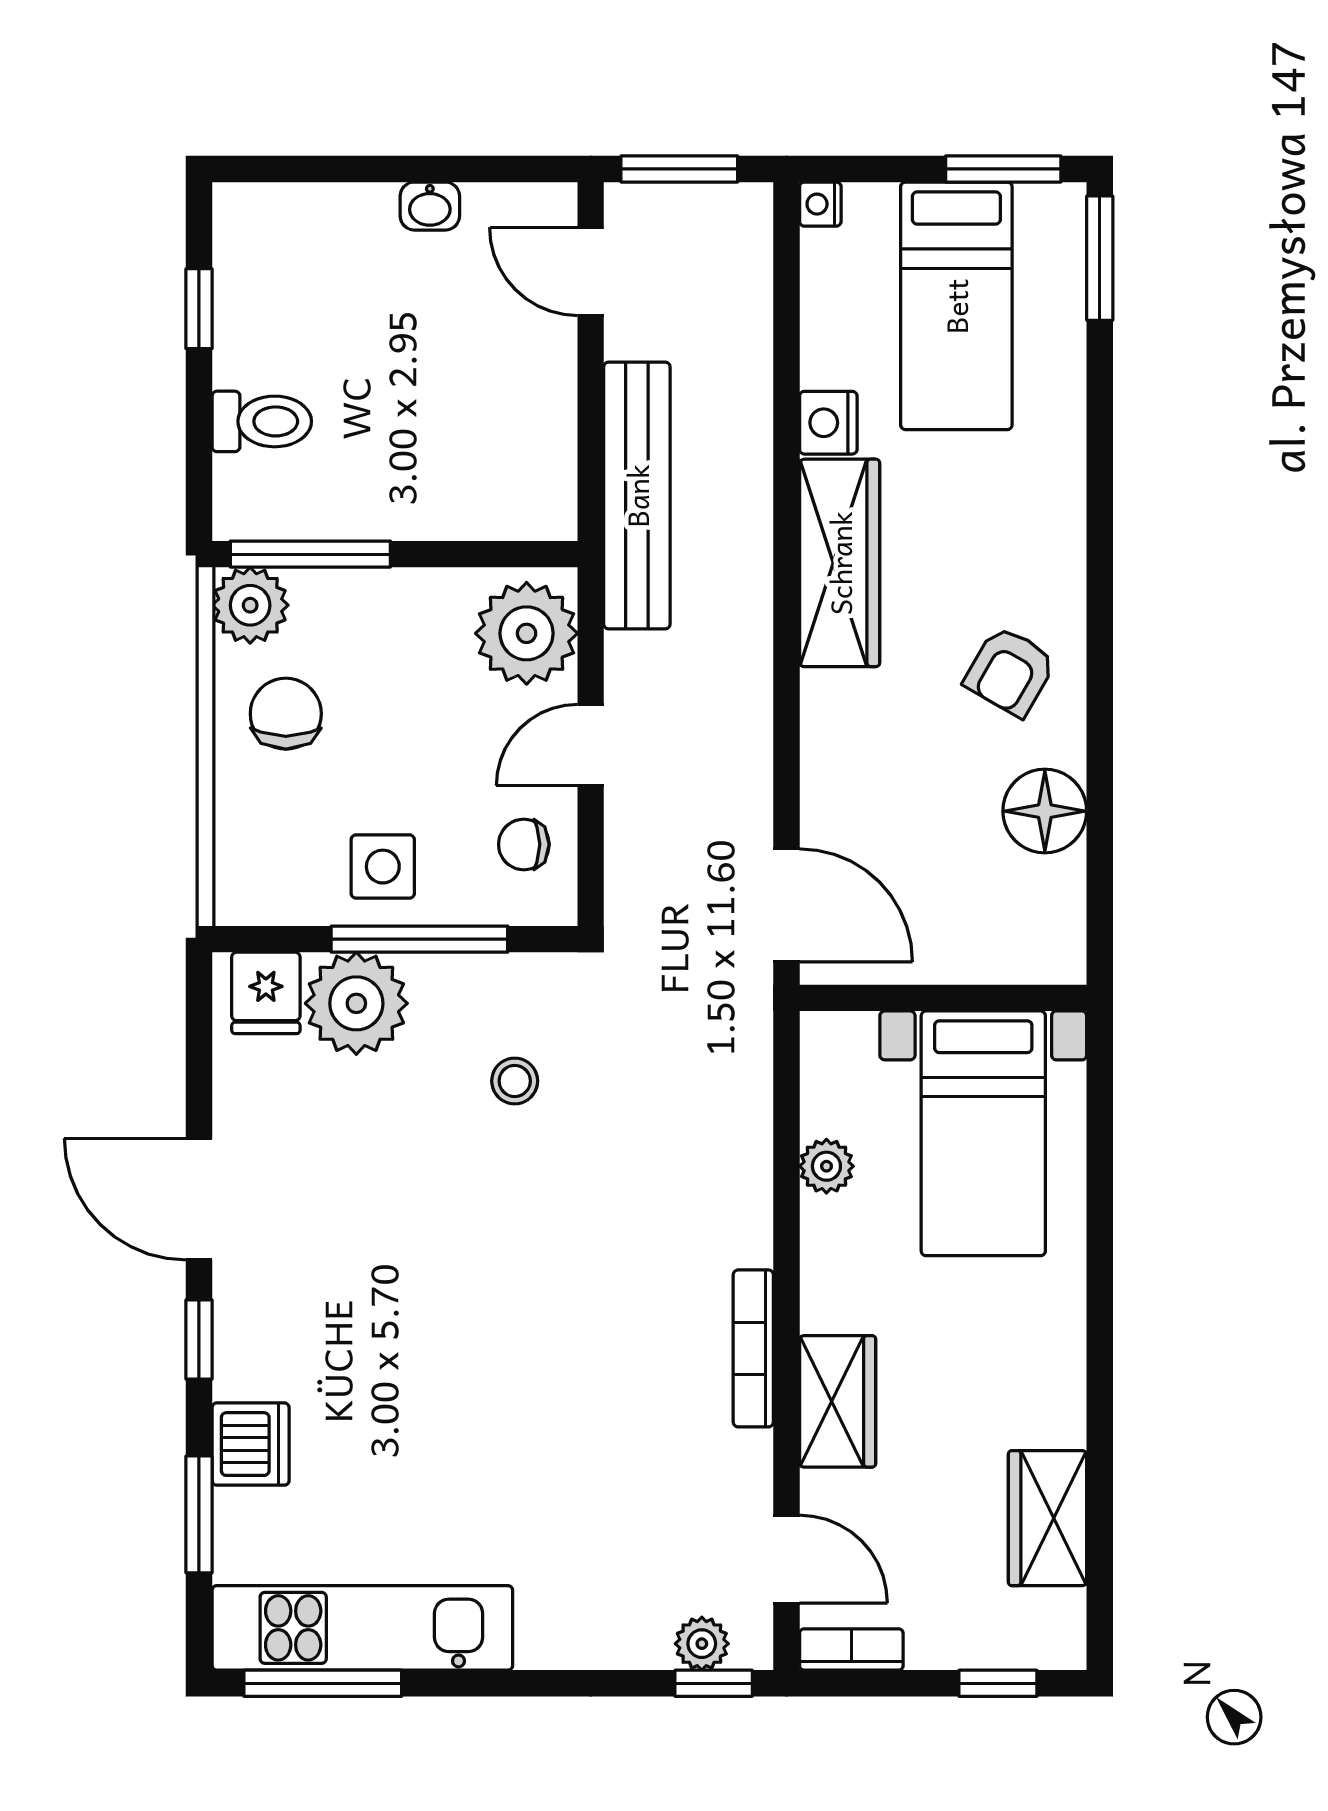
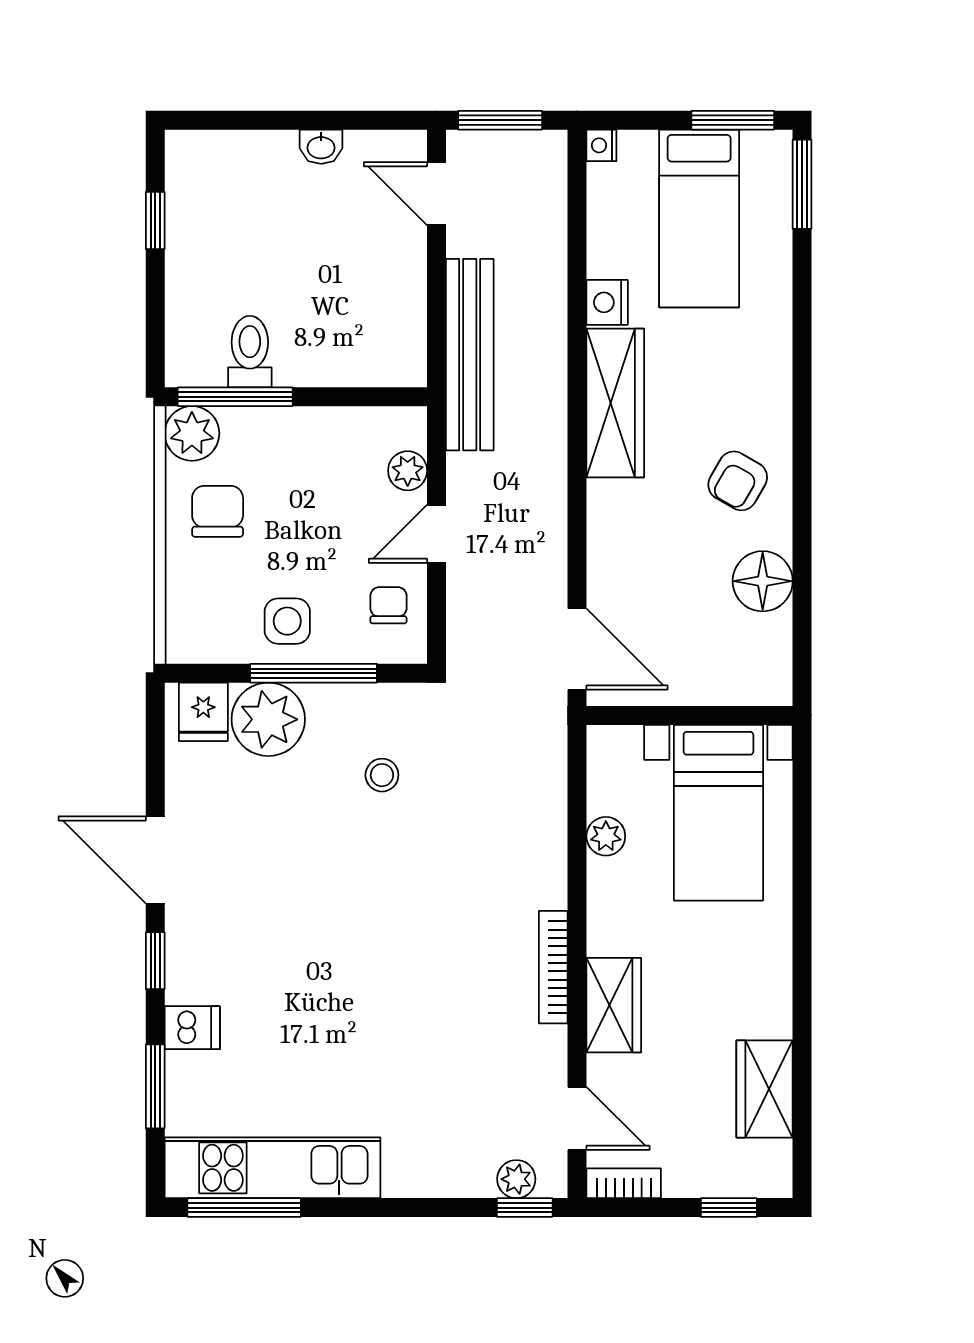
toilet: (262, 421) -> (250, 352), moved, turned -90
plant: (527, 633) -> (408, 471), width x0.53, depth x0.53
chair: (524, 844) -> (388, 605), turned 90
dishwasher: (251, 1444) -> (192, 1028), width x0.73

